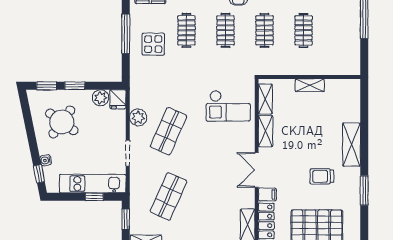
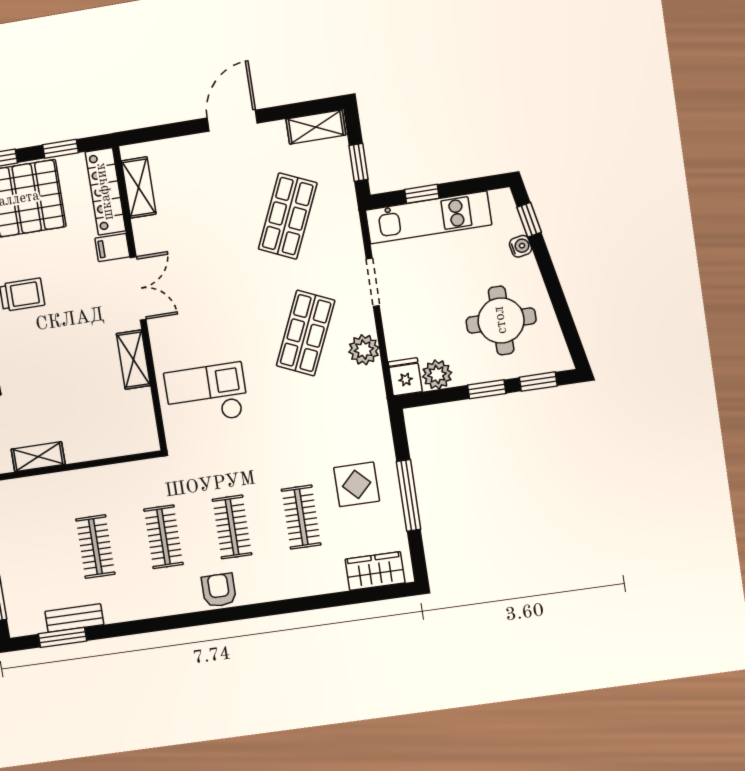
shelving: (310, 85) -> (38, 457), moved
shelving: (265, 99) -> (143, 416), removed
round table: (62, 122) -> (501, 320), turned -36

